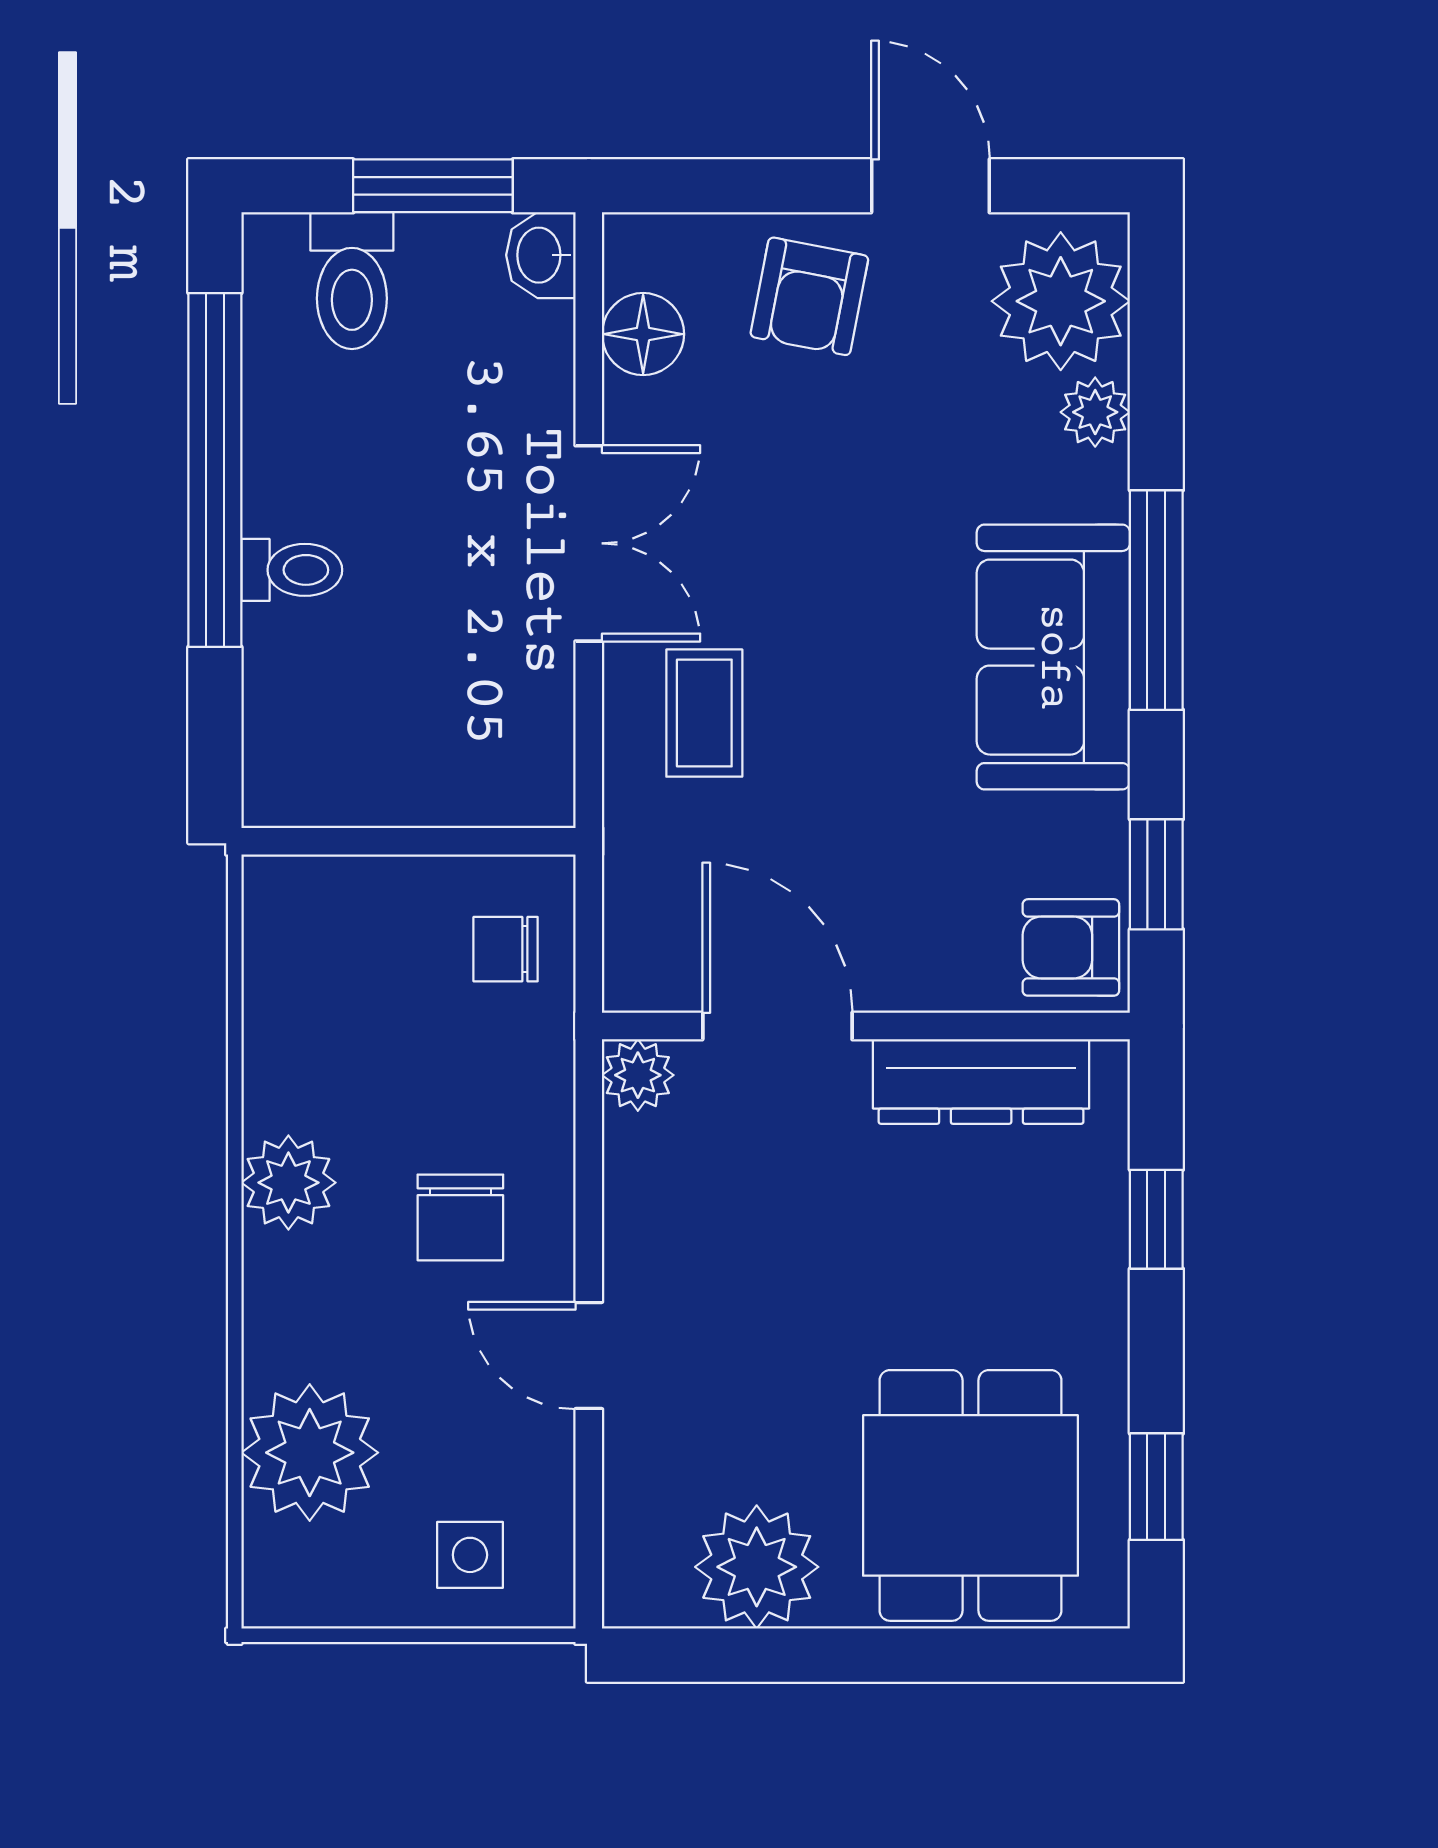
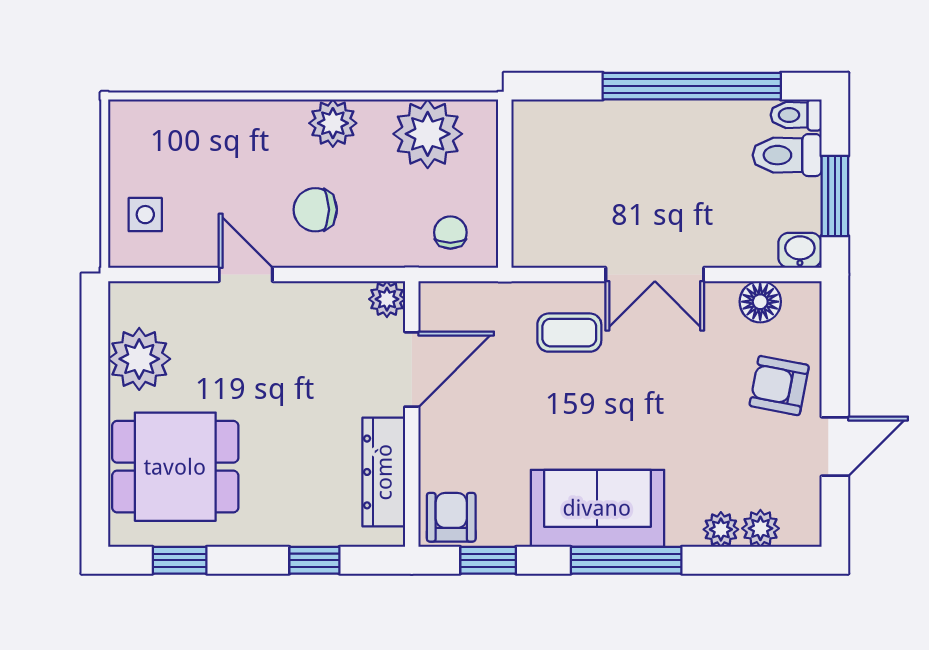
plant: (1061, 301) -> (760, 528), width x0.53, depth x0.53
toilet: (292, 570) -> (796, 115), moved, turned 90
door: (589, 1355) -> (246, 274), hinge flipped
plant: (310, 1453) -> (428, 134), moved

